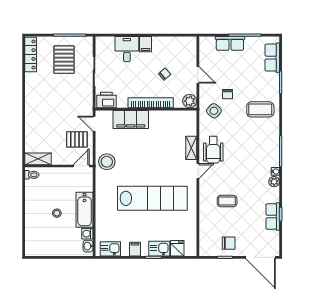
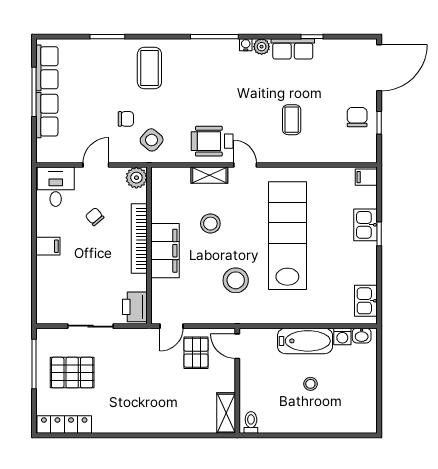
desk: (127, 49) -> (56, 187), moved, turned 90
row of seats: (272, 58) -> (47, 68), moved, turned -90
filing cabinet: (131, 120) -> (165, 251), moved
stool: (160, 149) -> (210, 224), added
wheelchair: (213, 150) -> (212, 141), turned 180
stool: (107, 162) -> (236, 280), moved
row of seats: (273, 216) -> (293, 49), moved
fridge: (177, 248) -> (365, 197), removed
filing cabinet: (135, 249) -> (366, 177), moved

